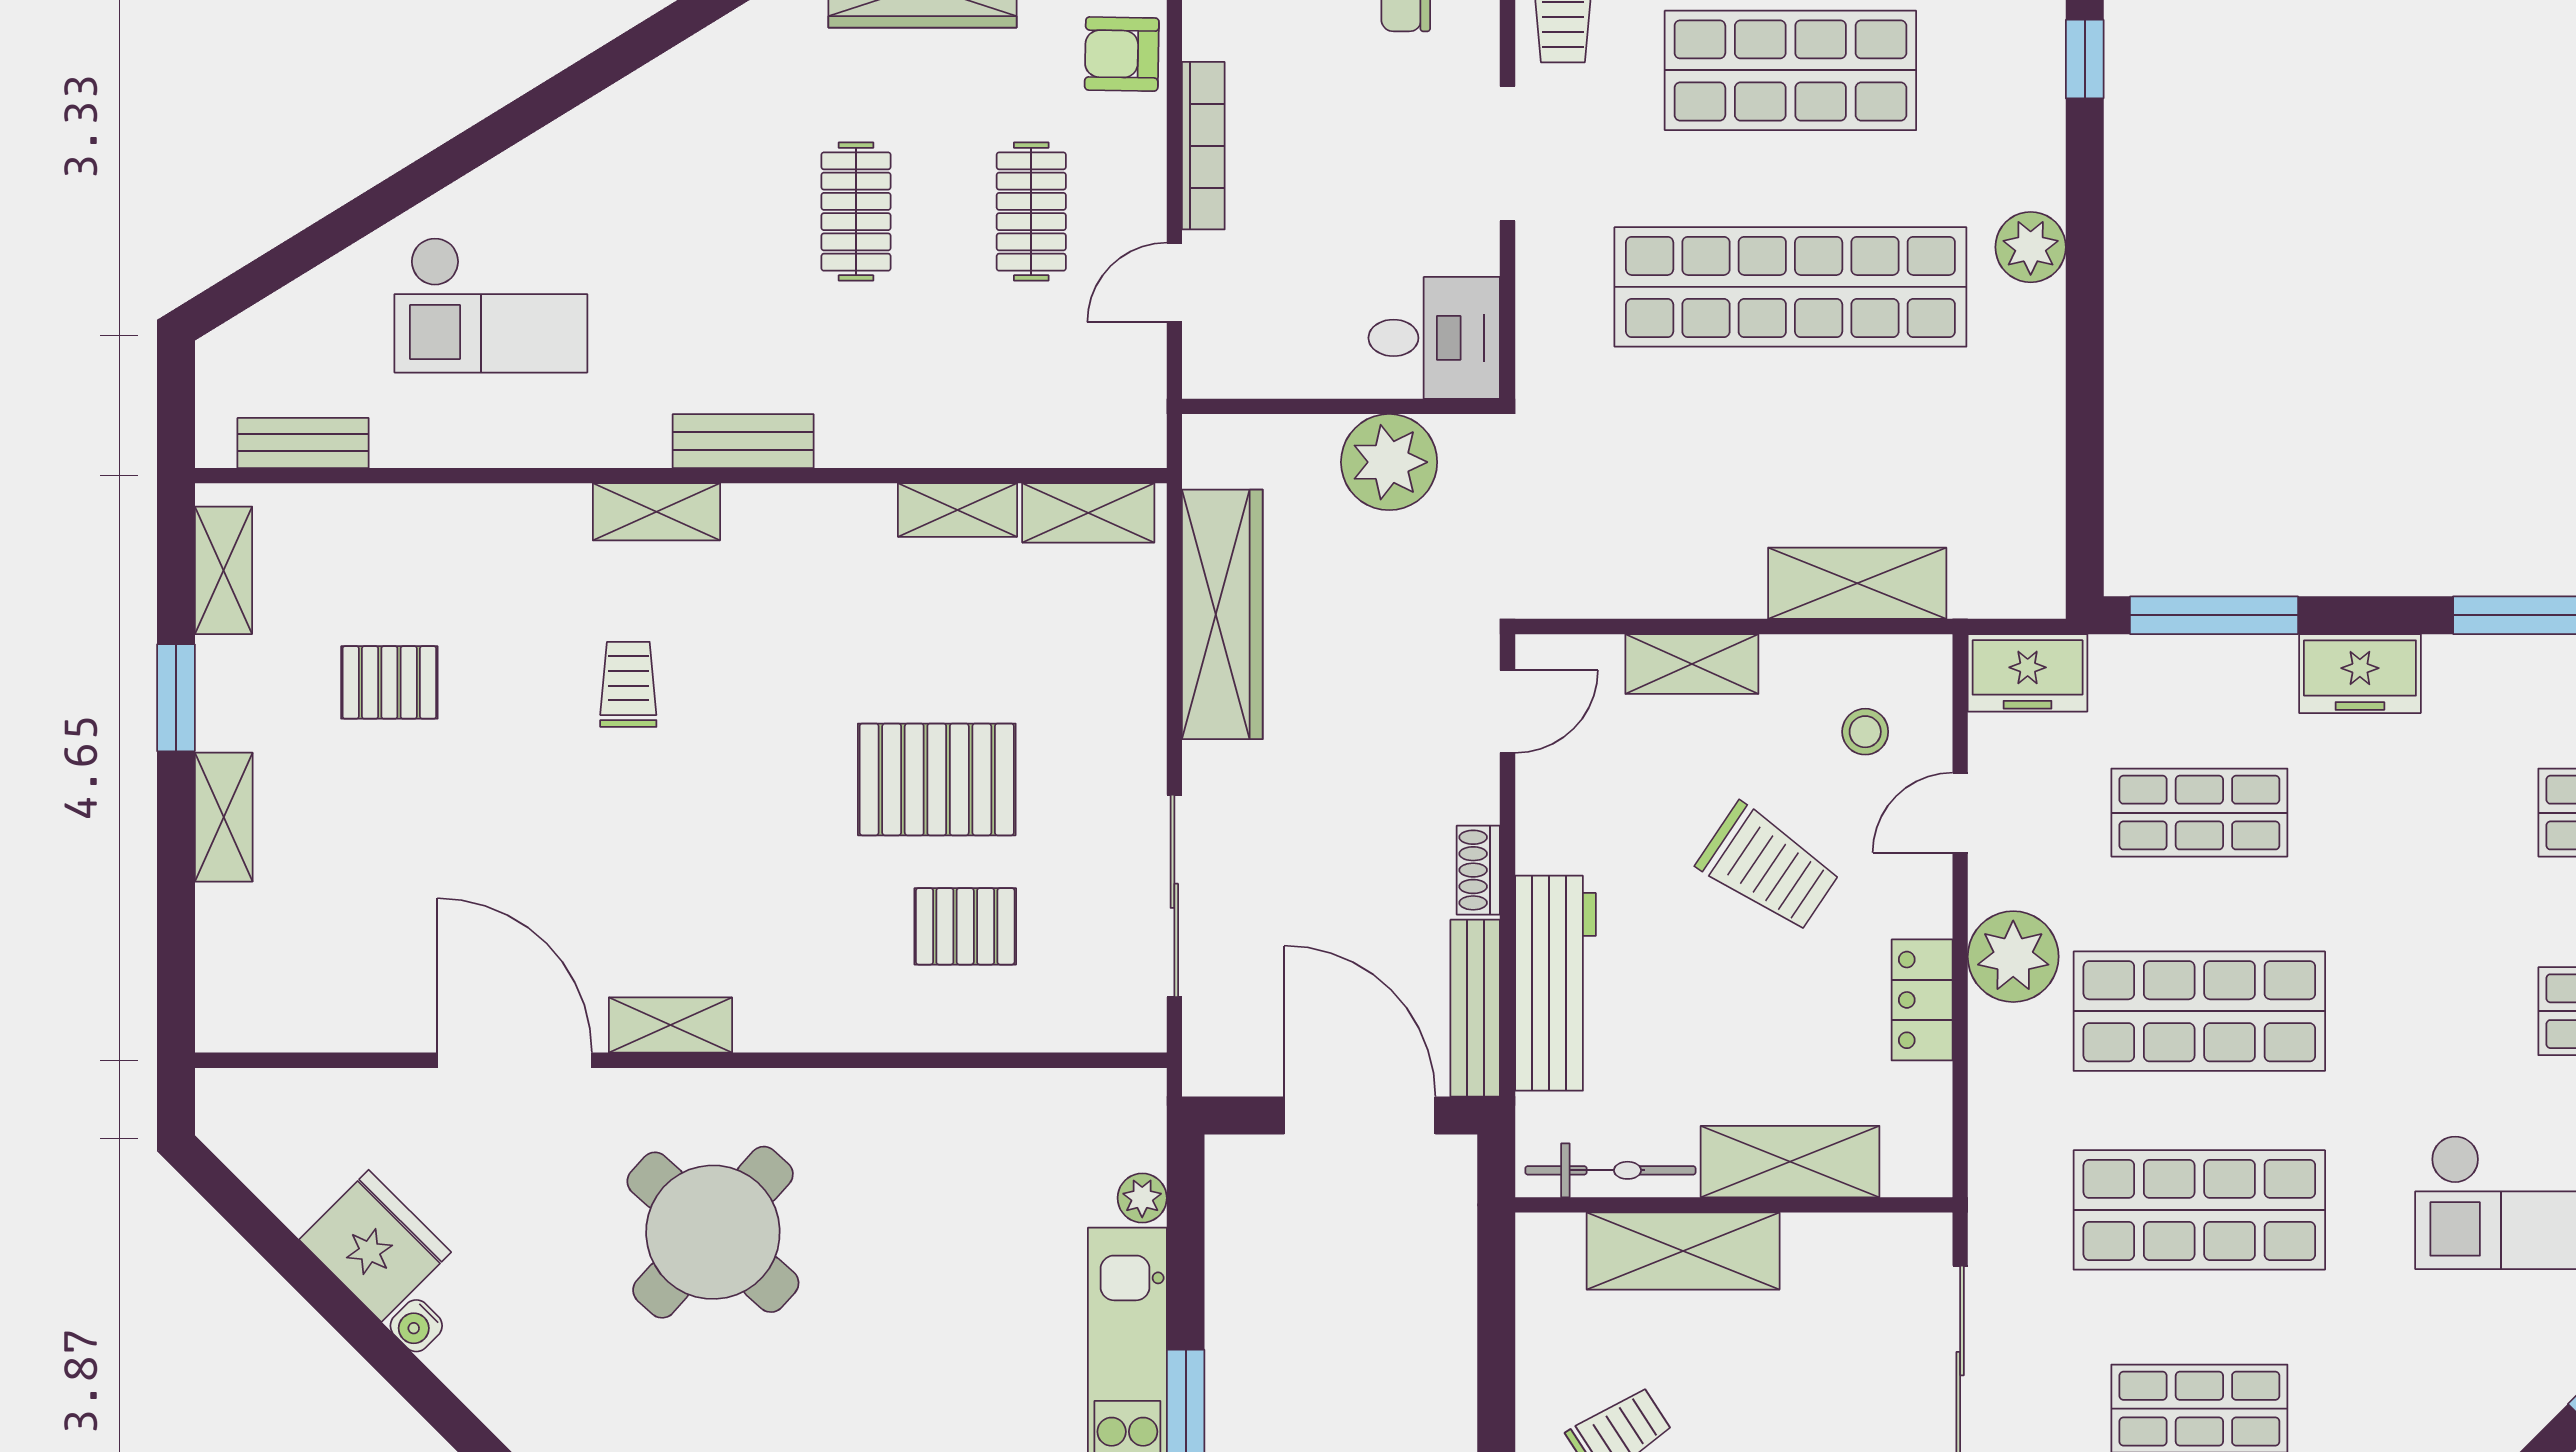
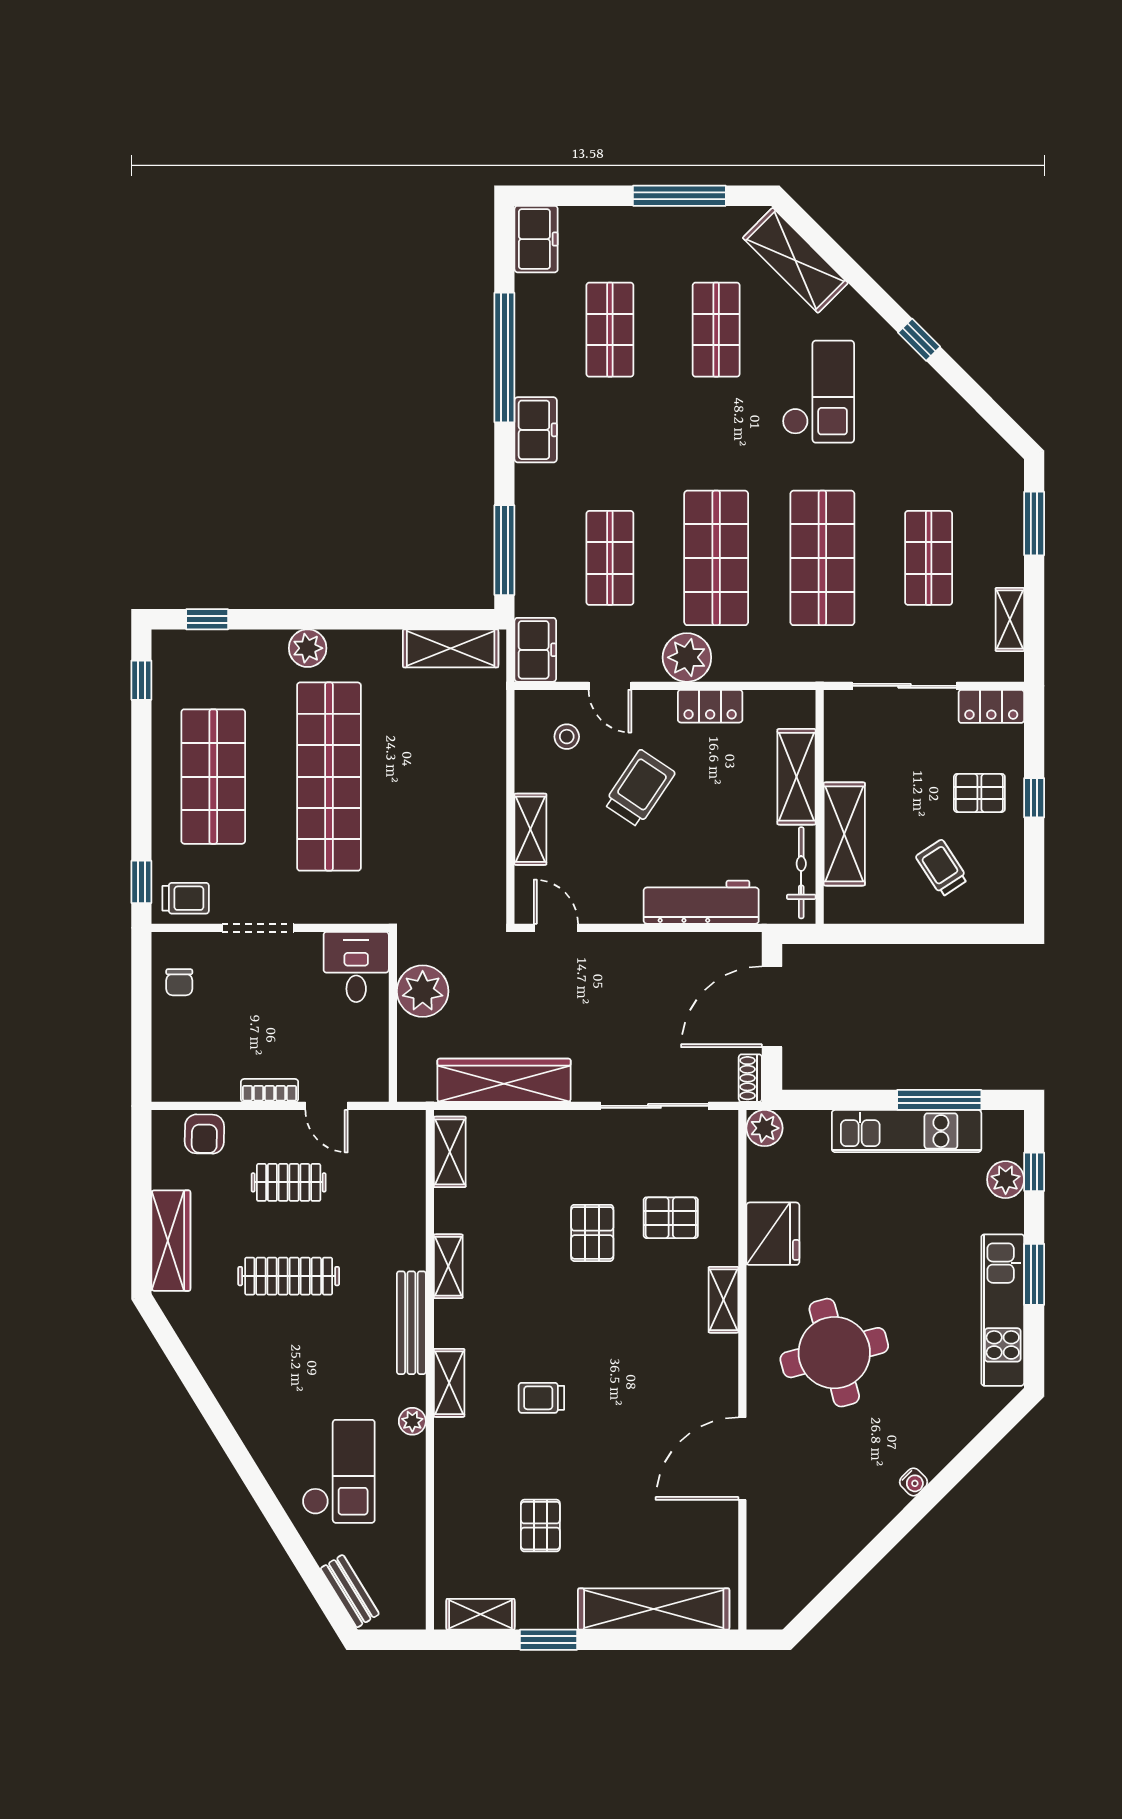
bookcase: (1203, 146) -> (270, 1090), width x0.64
clothes rail: (856, 212) -> (289, 1276), width x1.36
bench: (743, 441) -> (411, 1323), width x1.36
bench: (303, 443) -> (350, 1591), moved, turned -32
plant: (584, 443) -> (412, 1421), added
shelving: (957, 510) -> (448, 1266), moved
shelving: (1857, 583) -> (451, 648), moved, turned 90
freezer: (2360, 674) -> (536, 430), moved
pallet: (937, 779) -> (592, 1233), width x0.67, depth x0.71
shelving: (224, 817) -> (654, 1609), width x2.20, depth x1.33
shoe rack: (1478, 870) -> (750, 1078), moved, turned 90
pallet: (965, 926) -> (671, 1218), turned 90
bench: (1475, 1008) -> (715, 945), removed
shelving: (670, 1025) -> (724, 1300), moved
plant: (1142, 1198) -> (764, 1128), moved, width x1.38, depth x1.38
round table: (713, 1232) -> (834, 1353), turned 33
fridge: (375, 1246) -> (773, 1234), moved, turned 135
water cooler: (416, 1326) -> (913, 1482), moved

